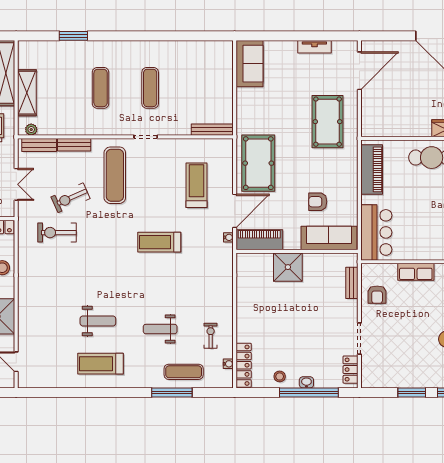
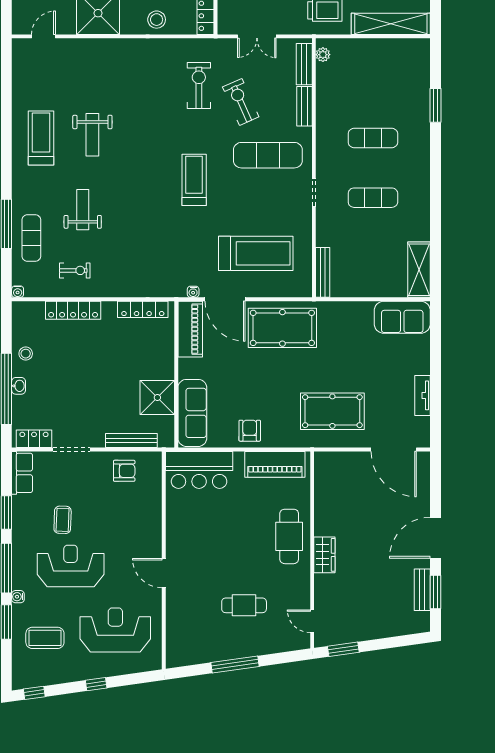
shelving: (27, 93) -> (419, 270), moved, turned 90
treadmill: (196, 185) -> (256, 253), width x1.37, depth x1.38
armchair: (318, 202) -> (250, 431), moved
treadmill: (159, 242) -> (194, 180), moved
shower: (288, 267) -> (157, 397), moved
row of seats: (416, 272) -> (22, 473), moved, turned 180
locker: (243, 279) -> (143, 309), added
bench: (352, 283) -> (131, 441), width x1.36
armchair: (377, 295) -> (124, 471), turned 180
coffee table: (418, 346) -> (63, 520), added
water cooler: (228, 364) -> (18, 292), moved
locker: (244, 365) -> (73, 310), moved

